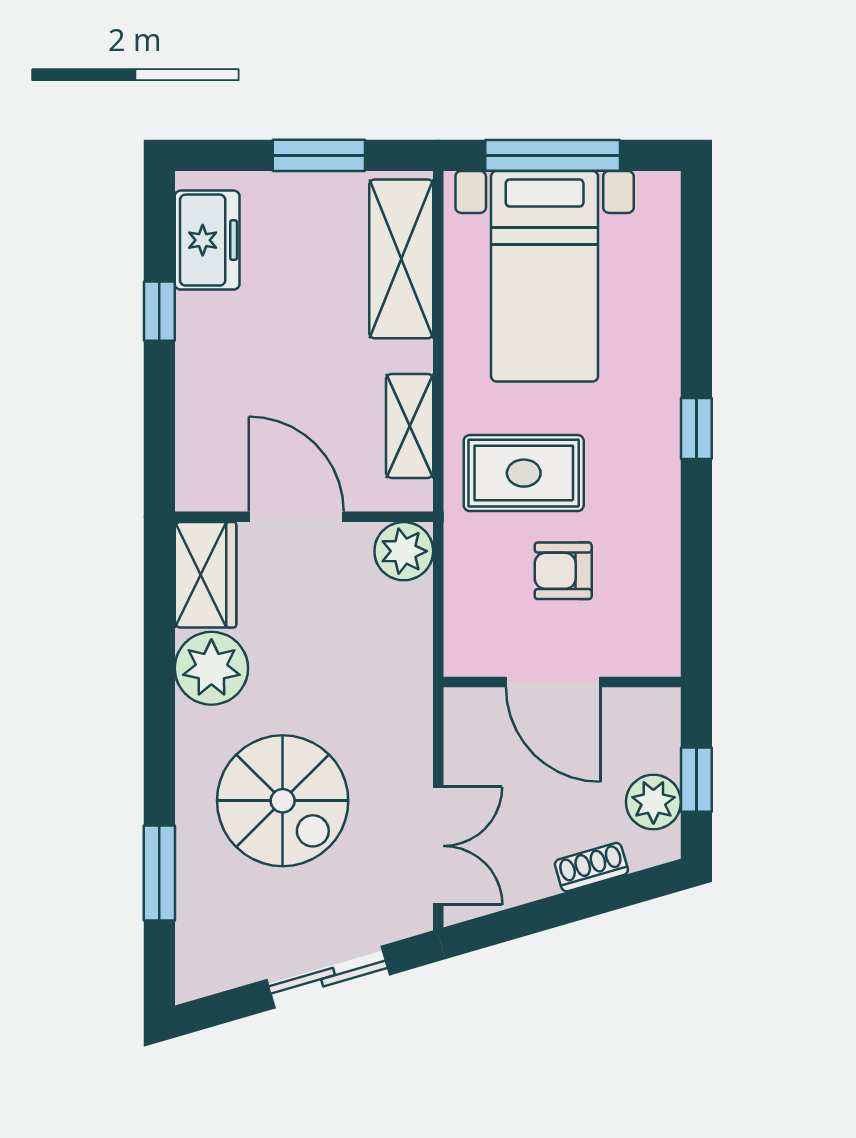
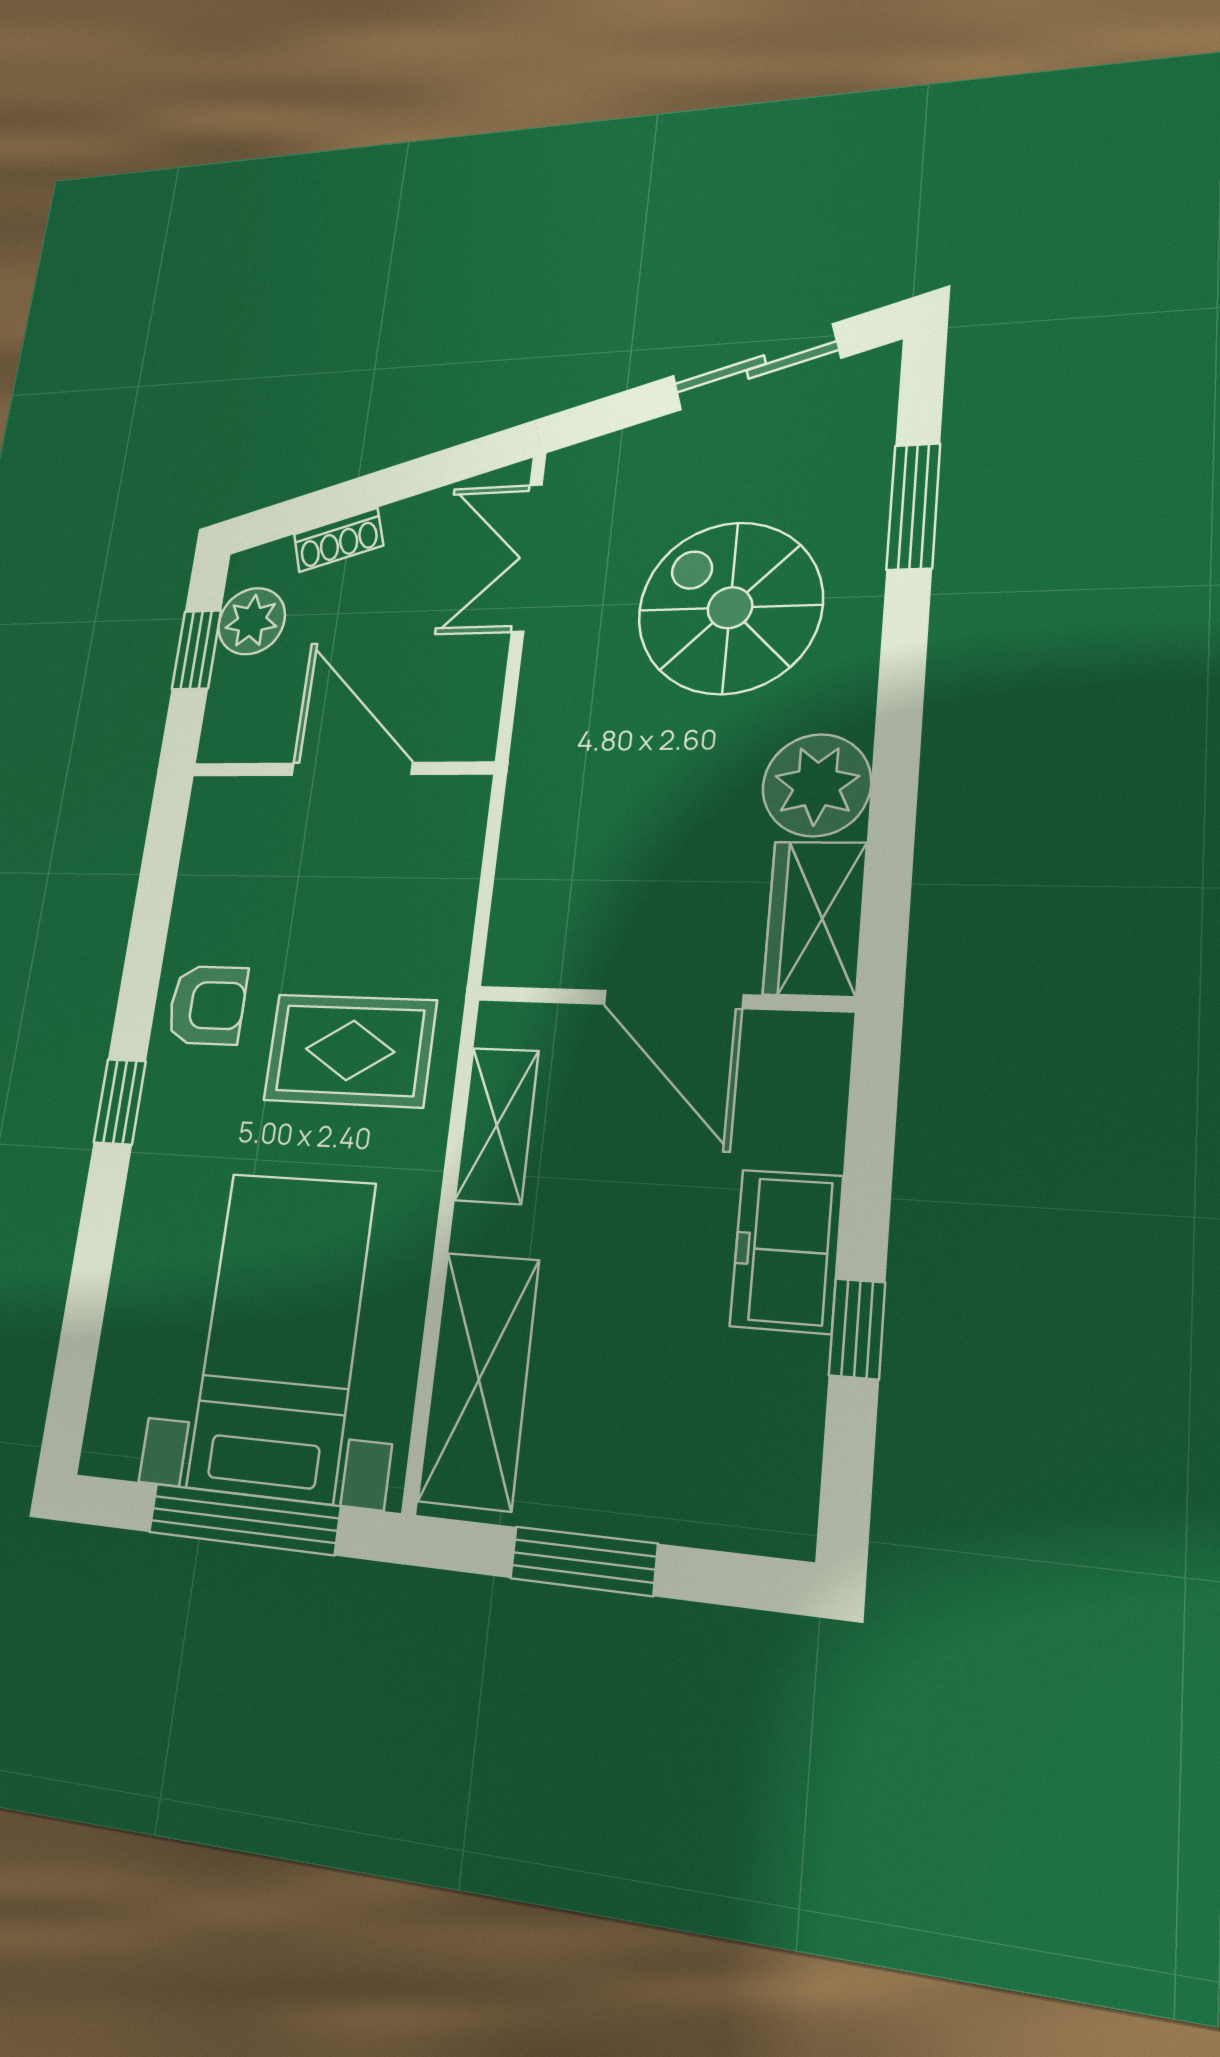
freezer: (207, 240) -> (787, 1251), moved
plant: (404, 551) -> (526, 946), removed
armchair: (563, 571) -> (207, 1005), moved
sliding door: (328, 977) -> (756, 367), moved

